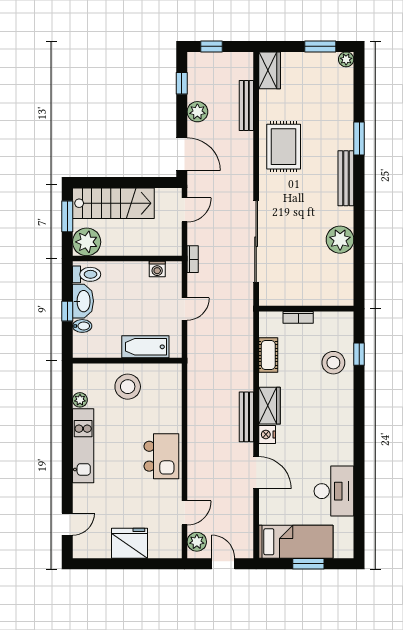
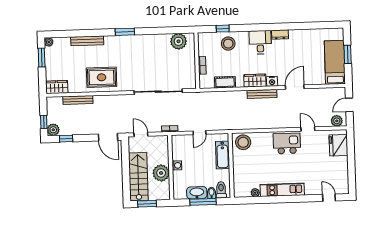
plant: (197, 112) -> (53, 130), moved
window: (359, 138) -> (125, 32), moved
door: (182, 154) -> (108, 137), swing flipped
bench: (346, 178) -> (87, 41), moved
plant: (340, 240) -> (179, 41), moved
plant: (87, 242) -> (161, 173), moved
washing machine: (157, 269) -> (177, 165), moved
toilet: (87, 274) -> (221, 190), moved
door: (185, 309) -> (199, 133), swing flipped
window: (67, 311) -> (203, 202), width x2.17
stool: (128, 387) -> (243, 142), moved
dresser: (346, 451) -> (280, 35), added
desk: (334, 491) -> (260, 42), moved, width x0.73
door: (185, 513) -> (308, 129), moved
fridge: (130, 543) -> (338, 145), moved

